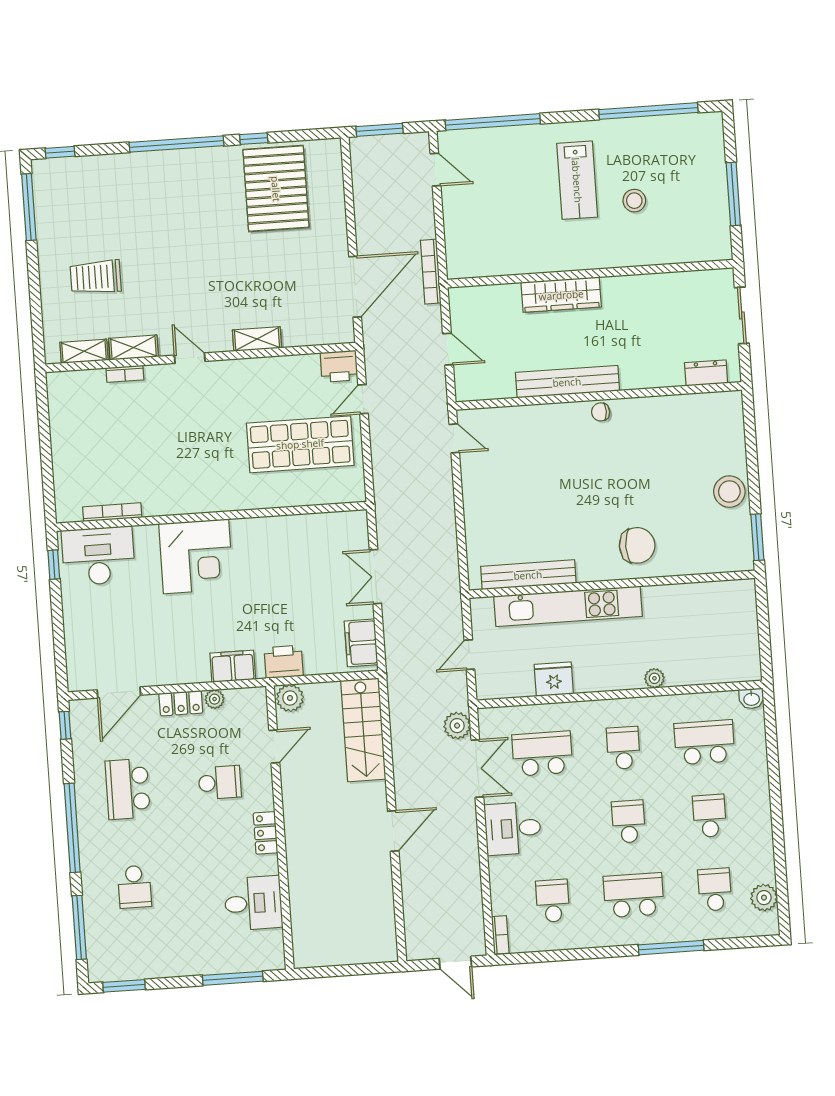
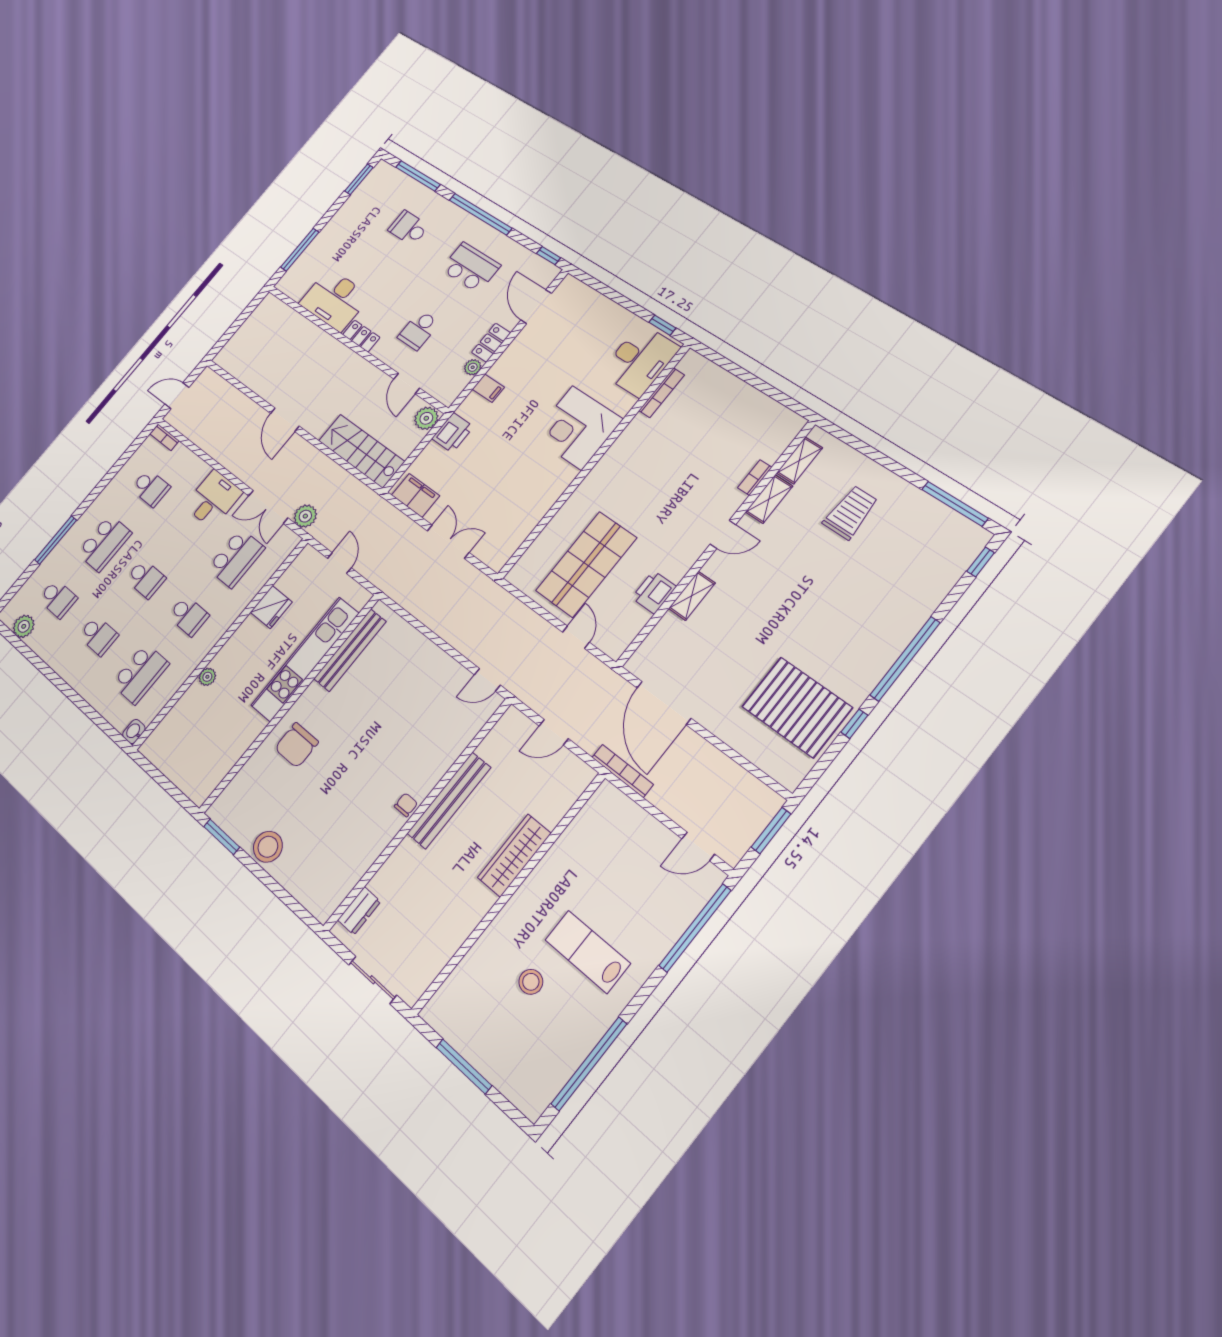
printer: (339, 366) -> (654, 592), moved
filing cabinet: (233, 666) -> (488, 388), width x0.50
desk: (253, 903) -> (335, 300), width x1.37

